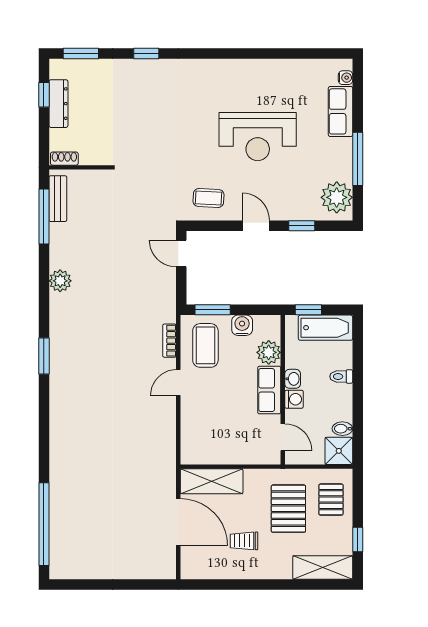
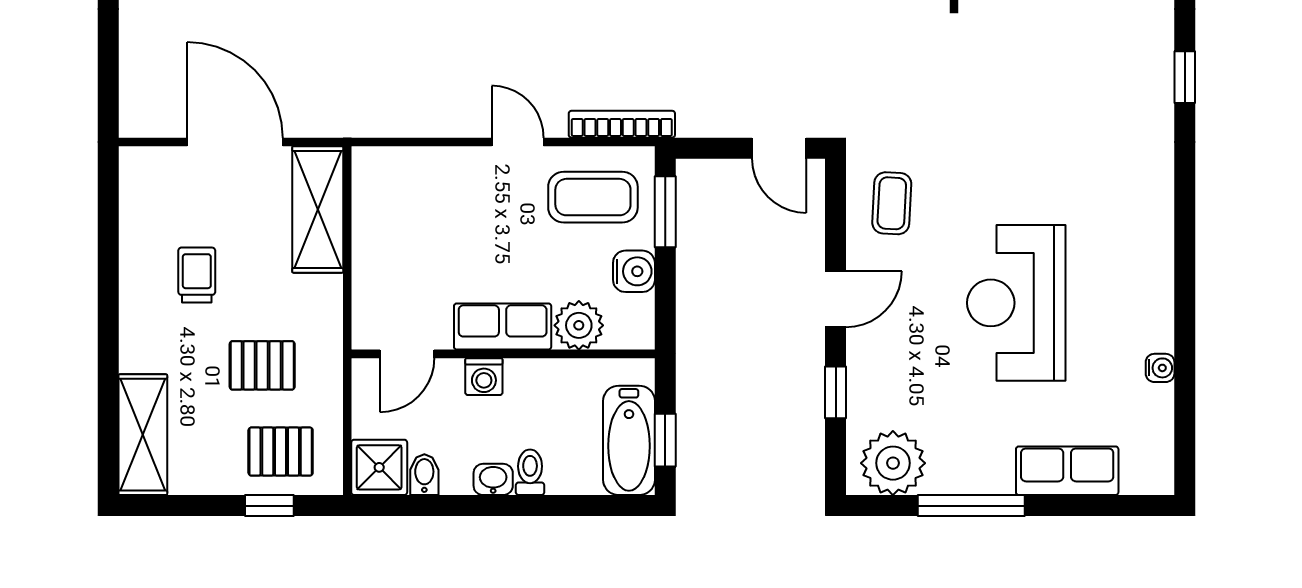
water cooler: (346, 78) -> (1160, 368), moved, turned -90
door: (181, 254) -> (779, 148), swing flipped
window: (308, 310) -> (665, 440), moved
bookcase: (169, 341) -> (622, 124), width x1.56
washbasin: (293, 379) -> (493, 479), moved, turned 180
pallet: (288, 509) -> (262, 365), width x0.67, depth x0.71
door: (178, 522) -> (235, 142), swing flipped
window: (358, 540) -> (269, 506), moved

